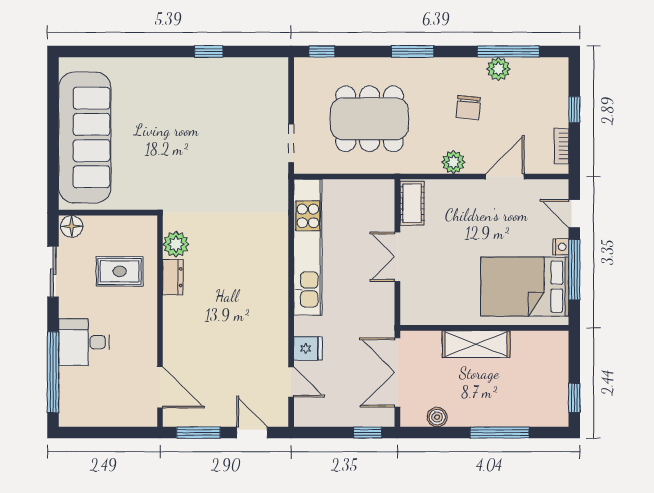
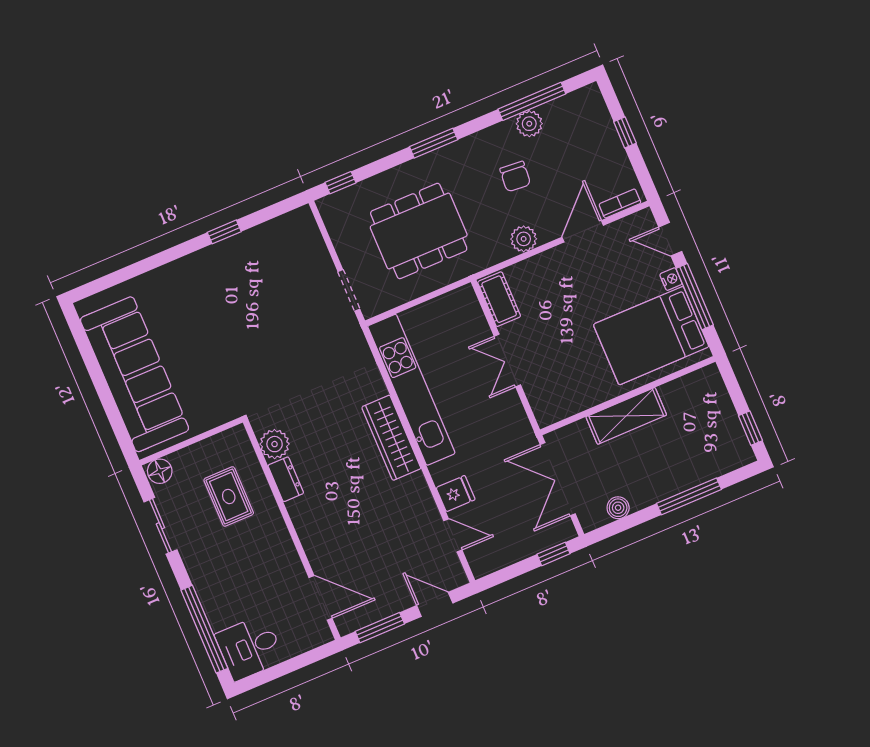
bookcase: (562, 146) -> (620, 204), moved, turned 90
rug: (120, 271) -> (229, 496), turned 90
wardrobe: (274, 280) -> (391, 438), added
desk: (84, 342) -> (250, 648), moved

